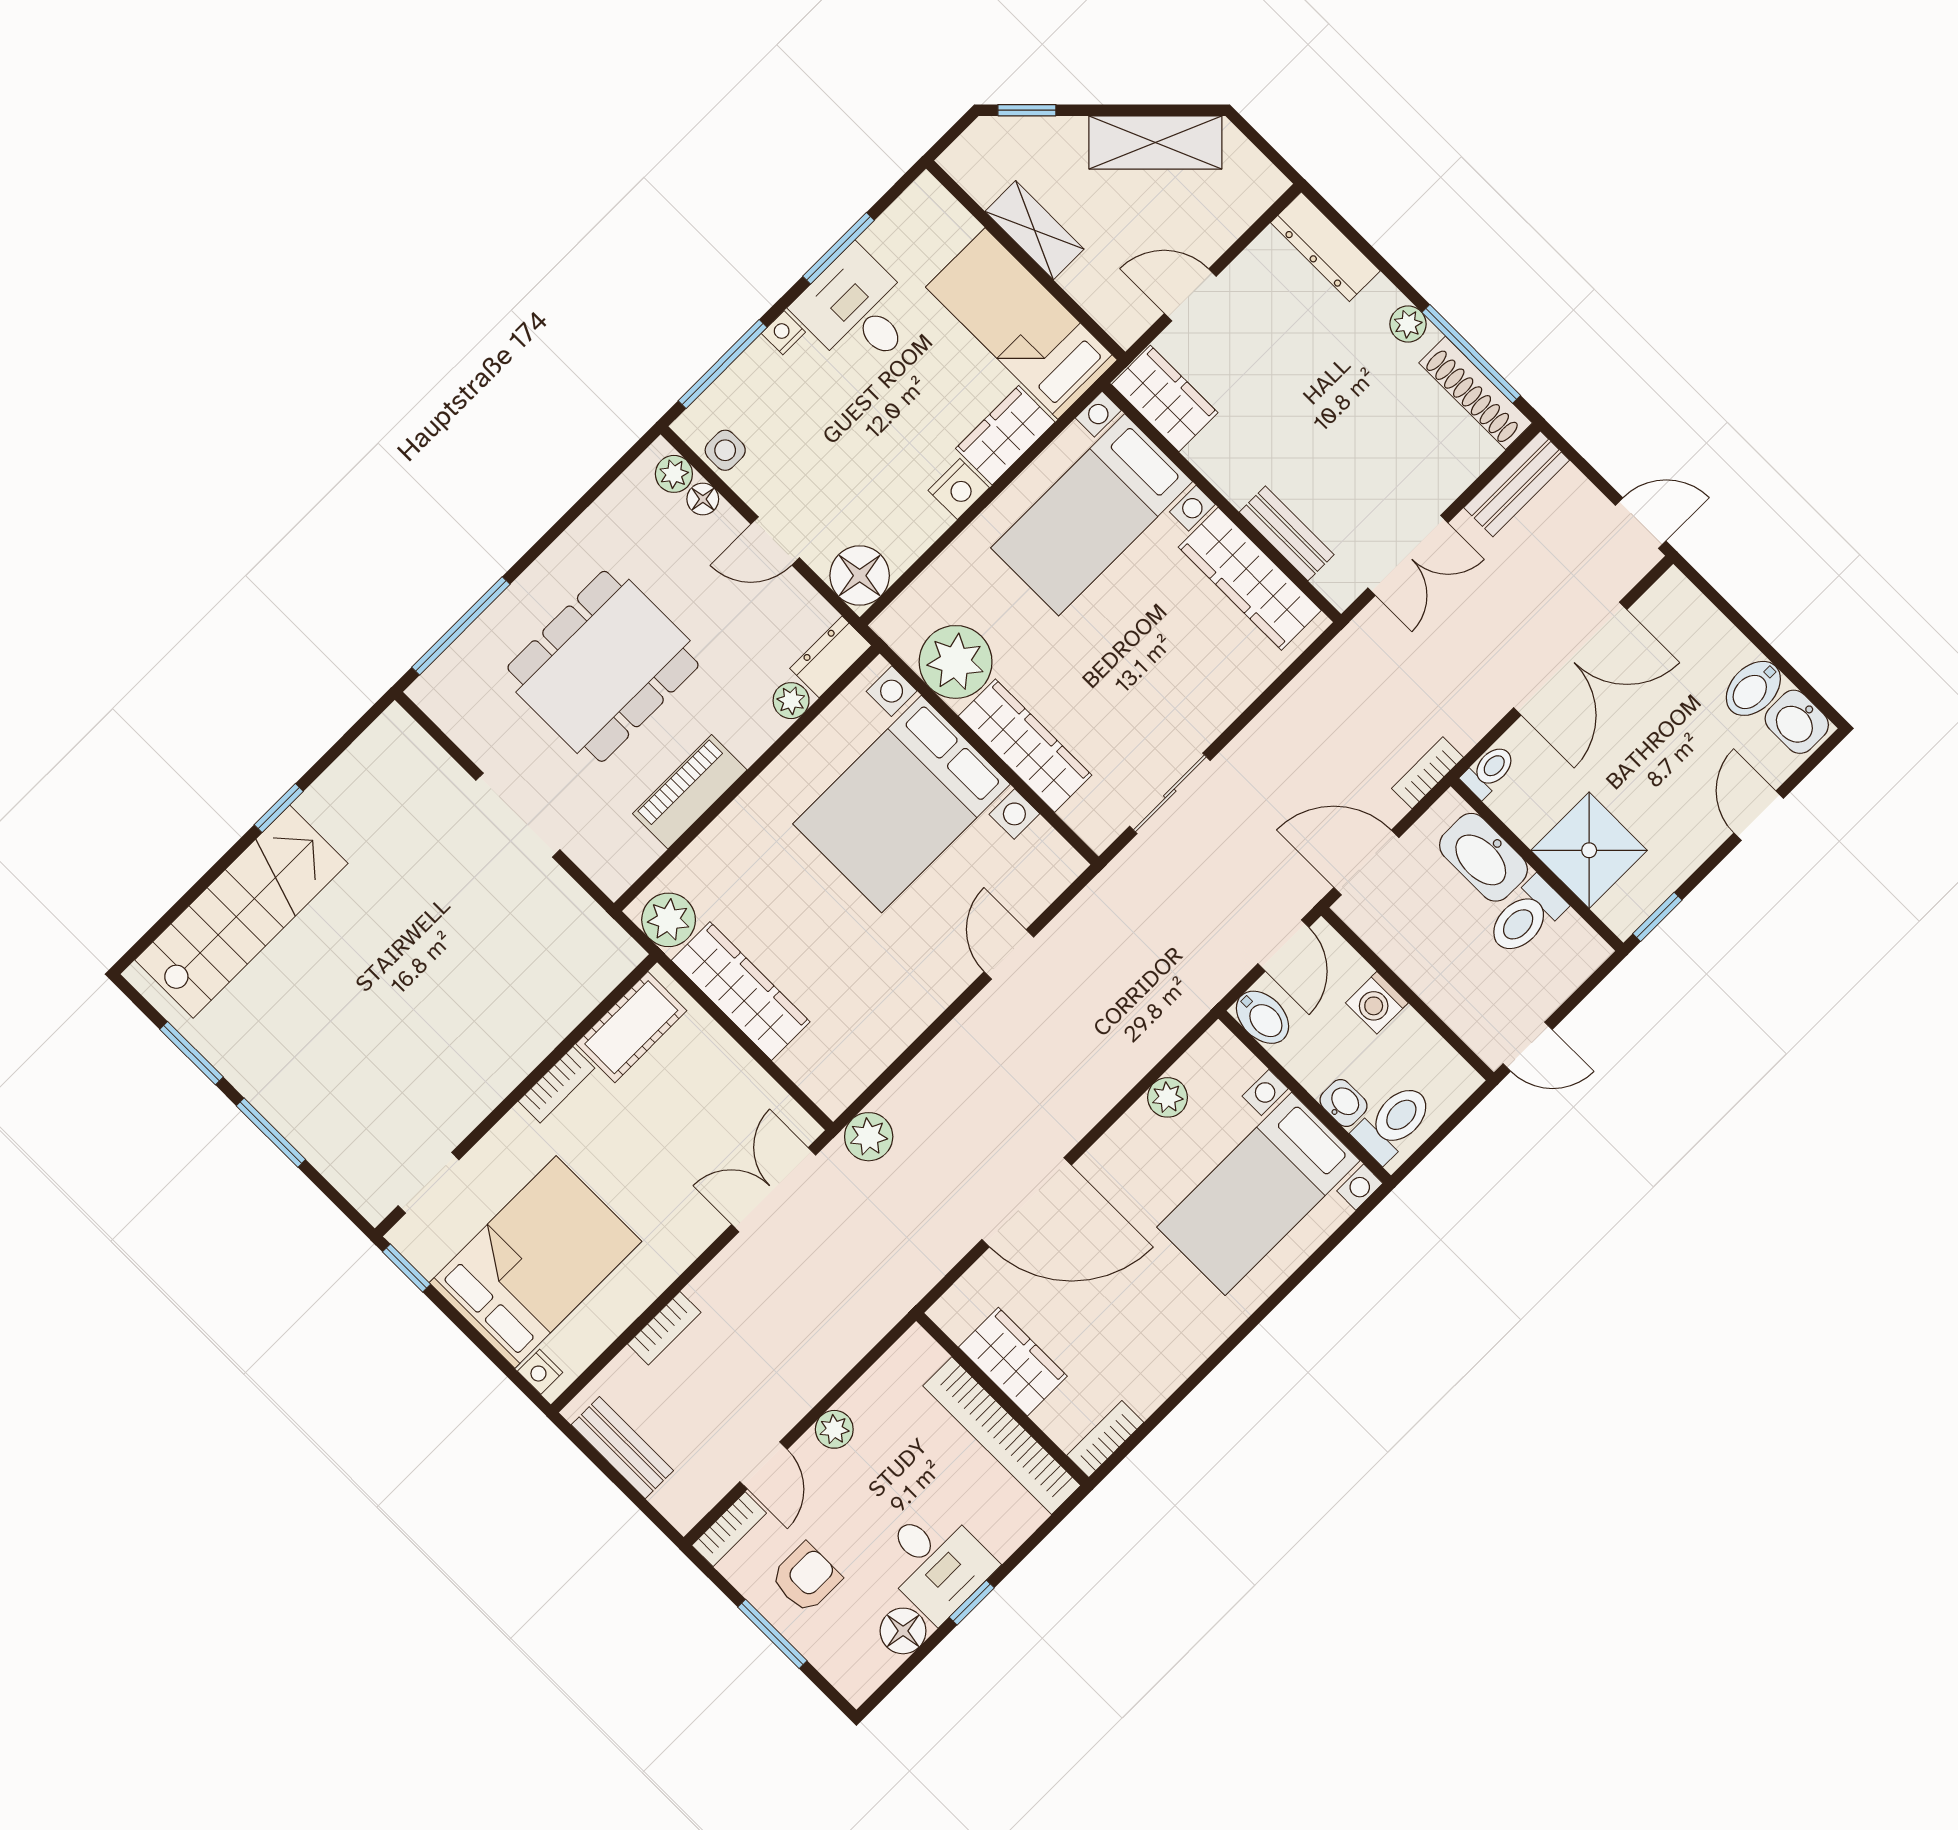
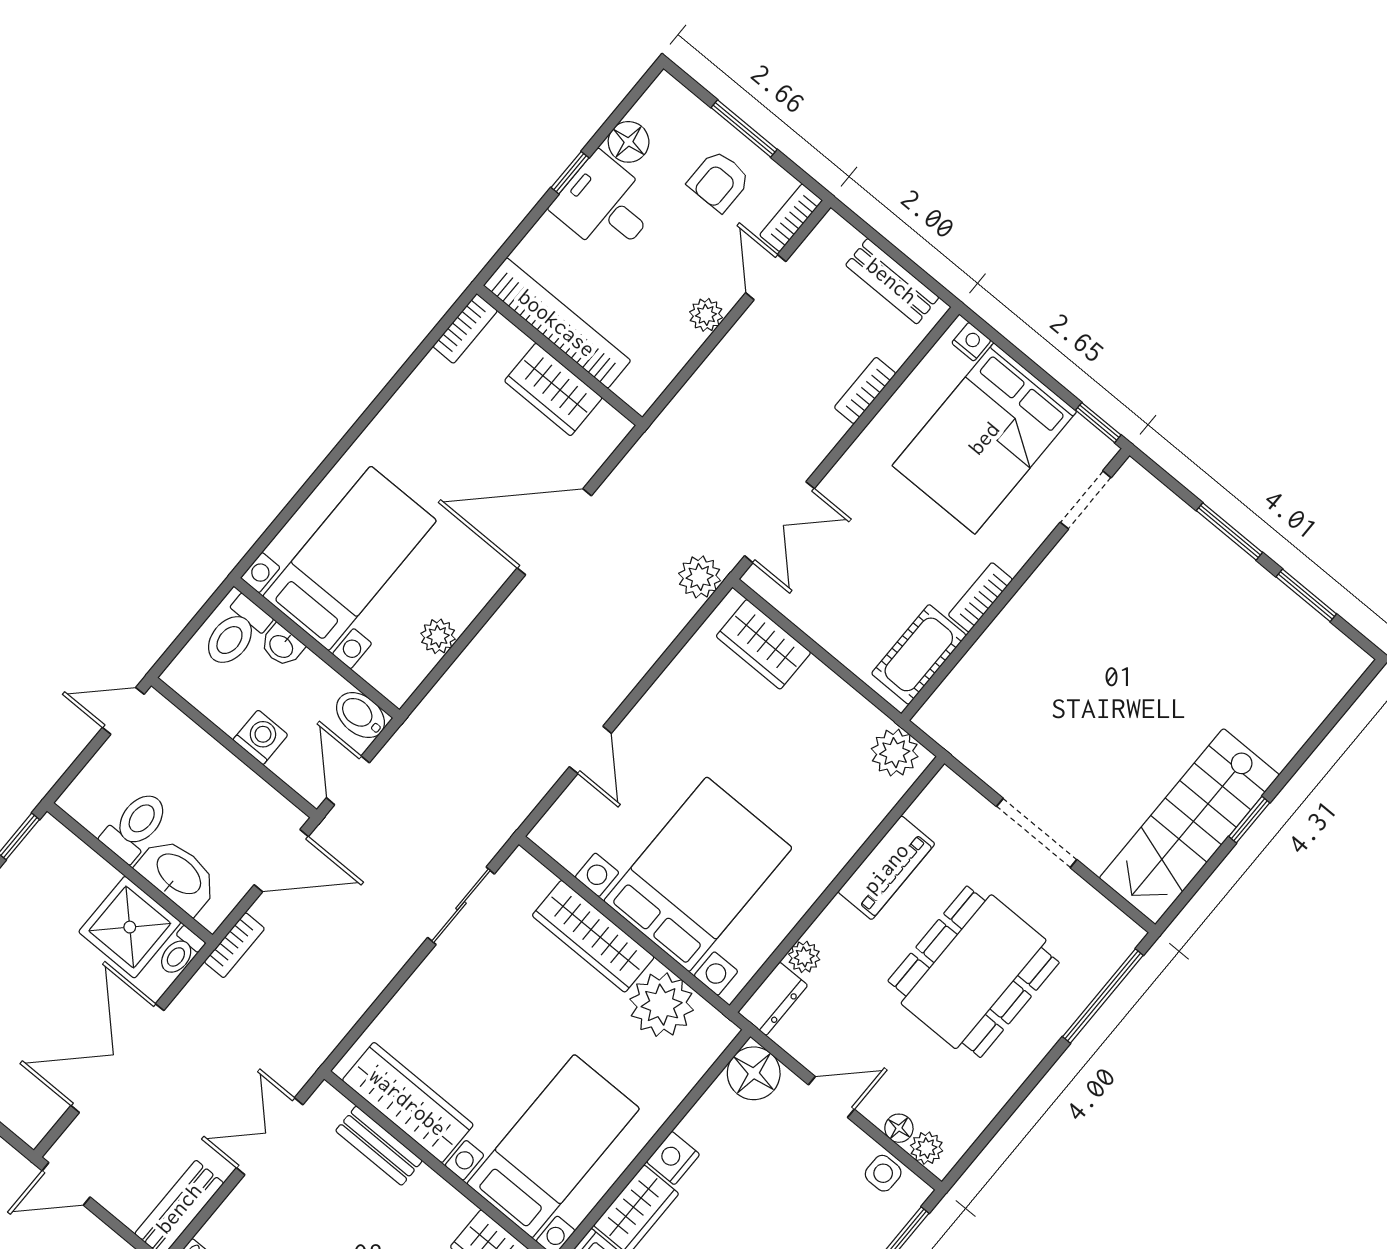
shower: (1589, 850) -> (130, 927), moved
stairs: (241, 912) -> (1189, 826), moved
wardrobe: (741, 991) -> (763, 644), moved, width x0.67

